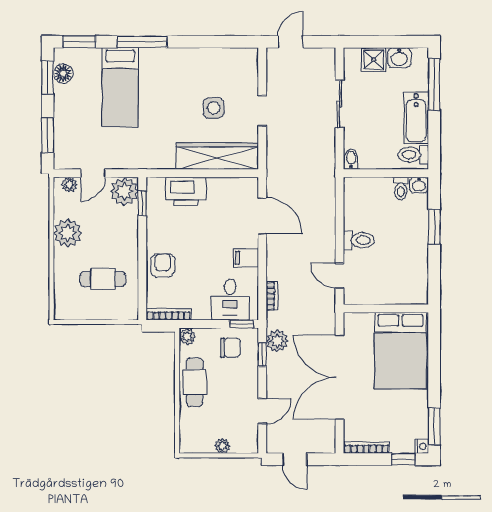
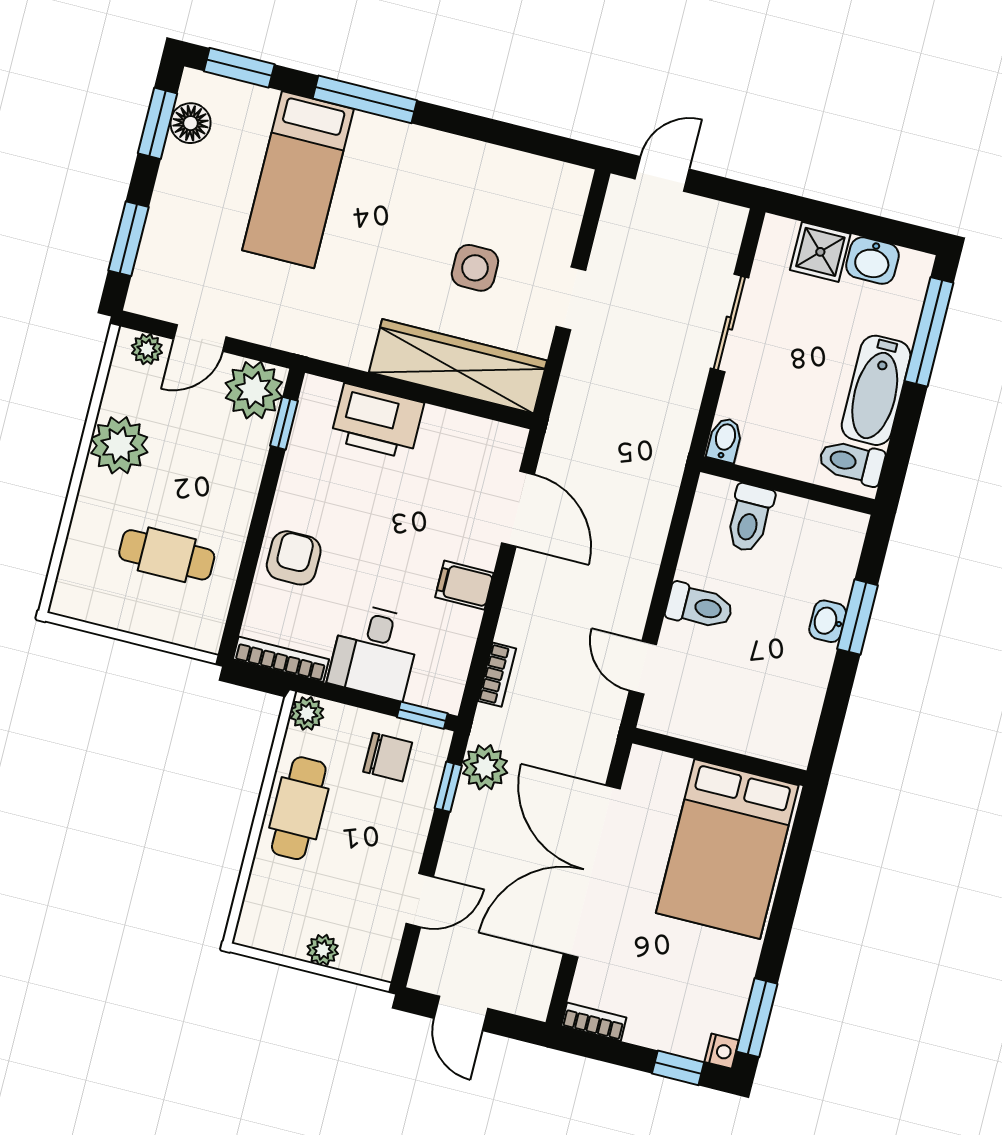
washbasin: (419, 185) -> (828, 621), moved, turned 90
toilet: (401, 188) -> (750, 518), moved, width x1.37, depth x1.39
desk: (230, 300) -> (375, 651), moved
bookcase: (367, 448) -> (594, 1022), width x0.64

